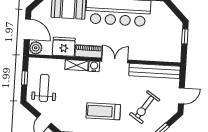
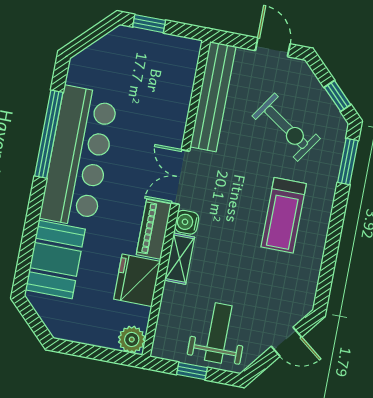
door: (27, 29) -> (91, 352), removed
weight bench: (44, 88) -> (218, 333), turned 90

